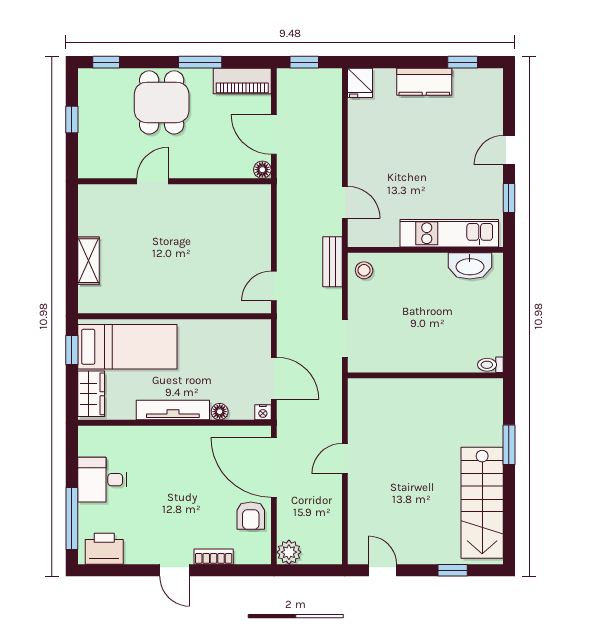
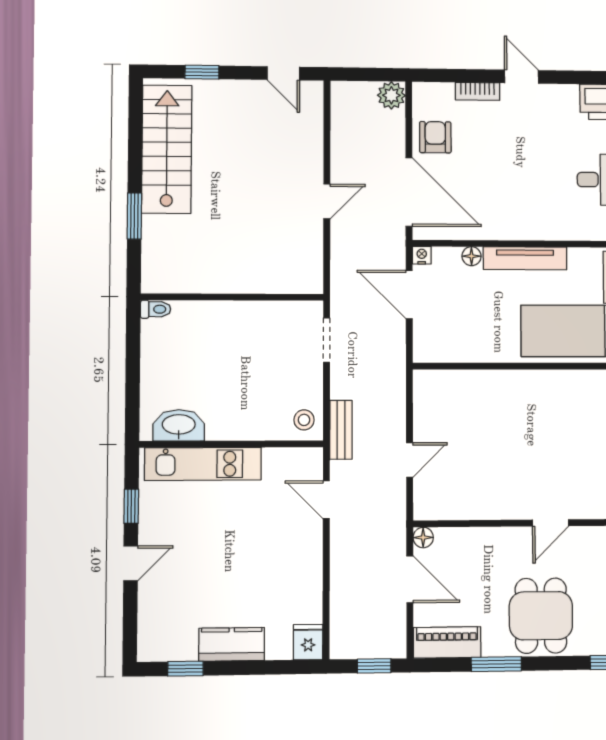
door: (274, 286) -> (410, 460), moved

